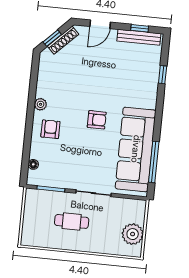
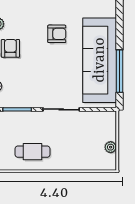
cafe table: (72, 221) -> (32, 152), moved
plant: (133, 234) -> (111, 147), width x0.53, depth x0.53

